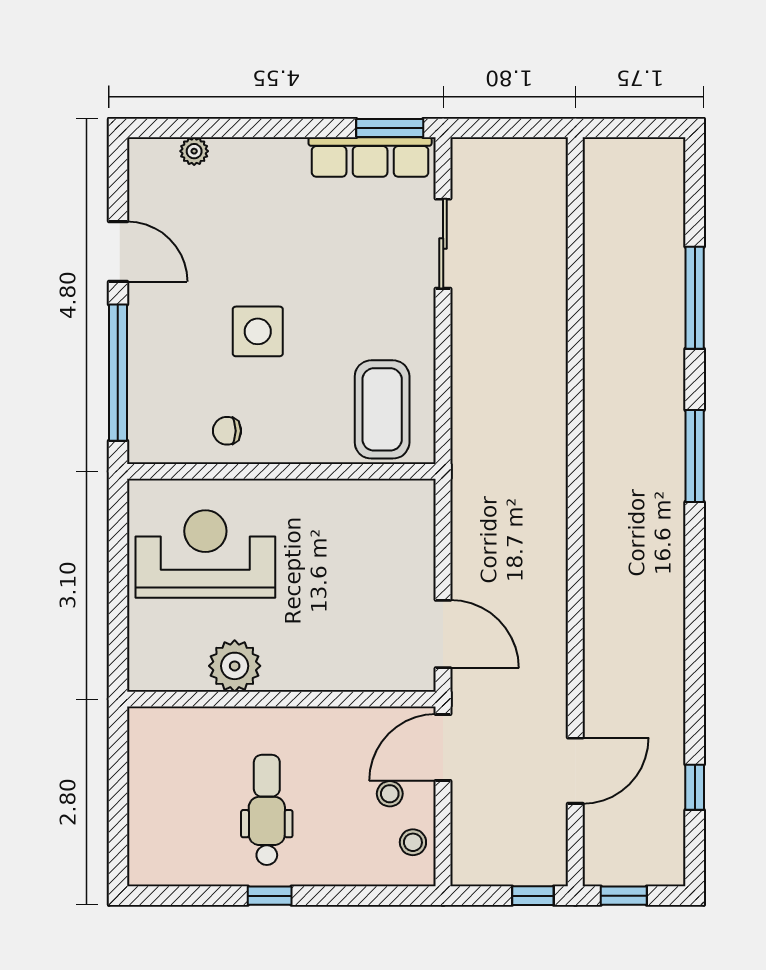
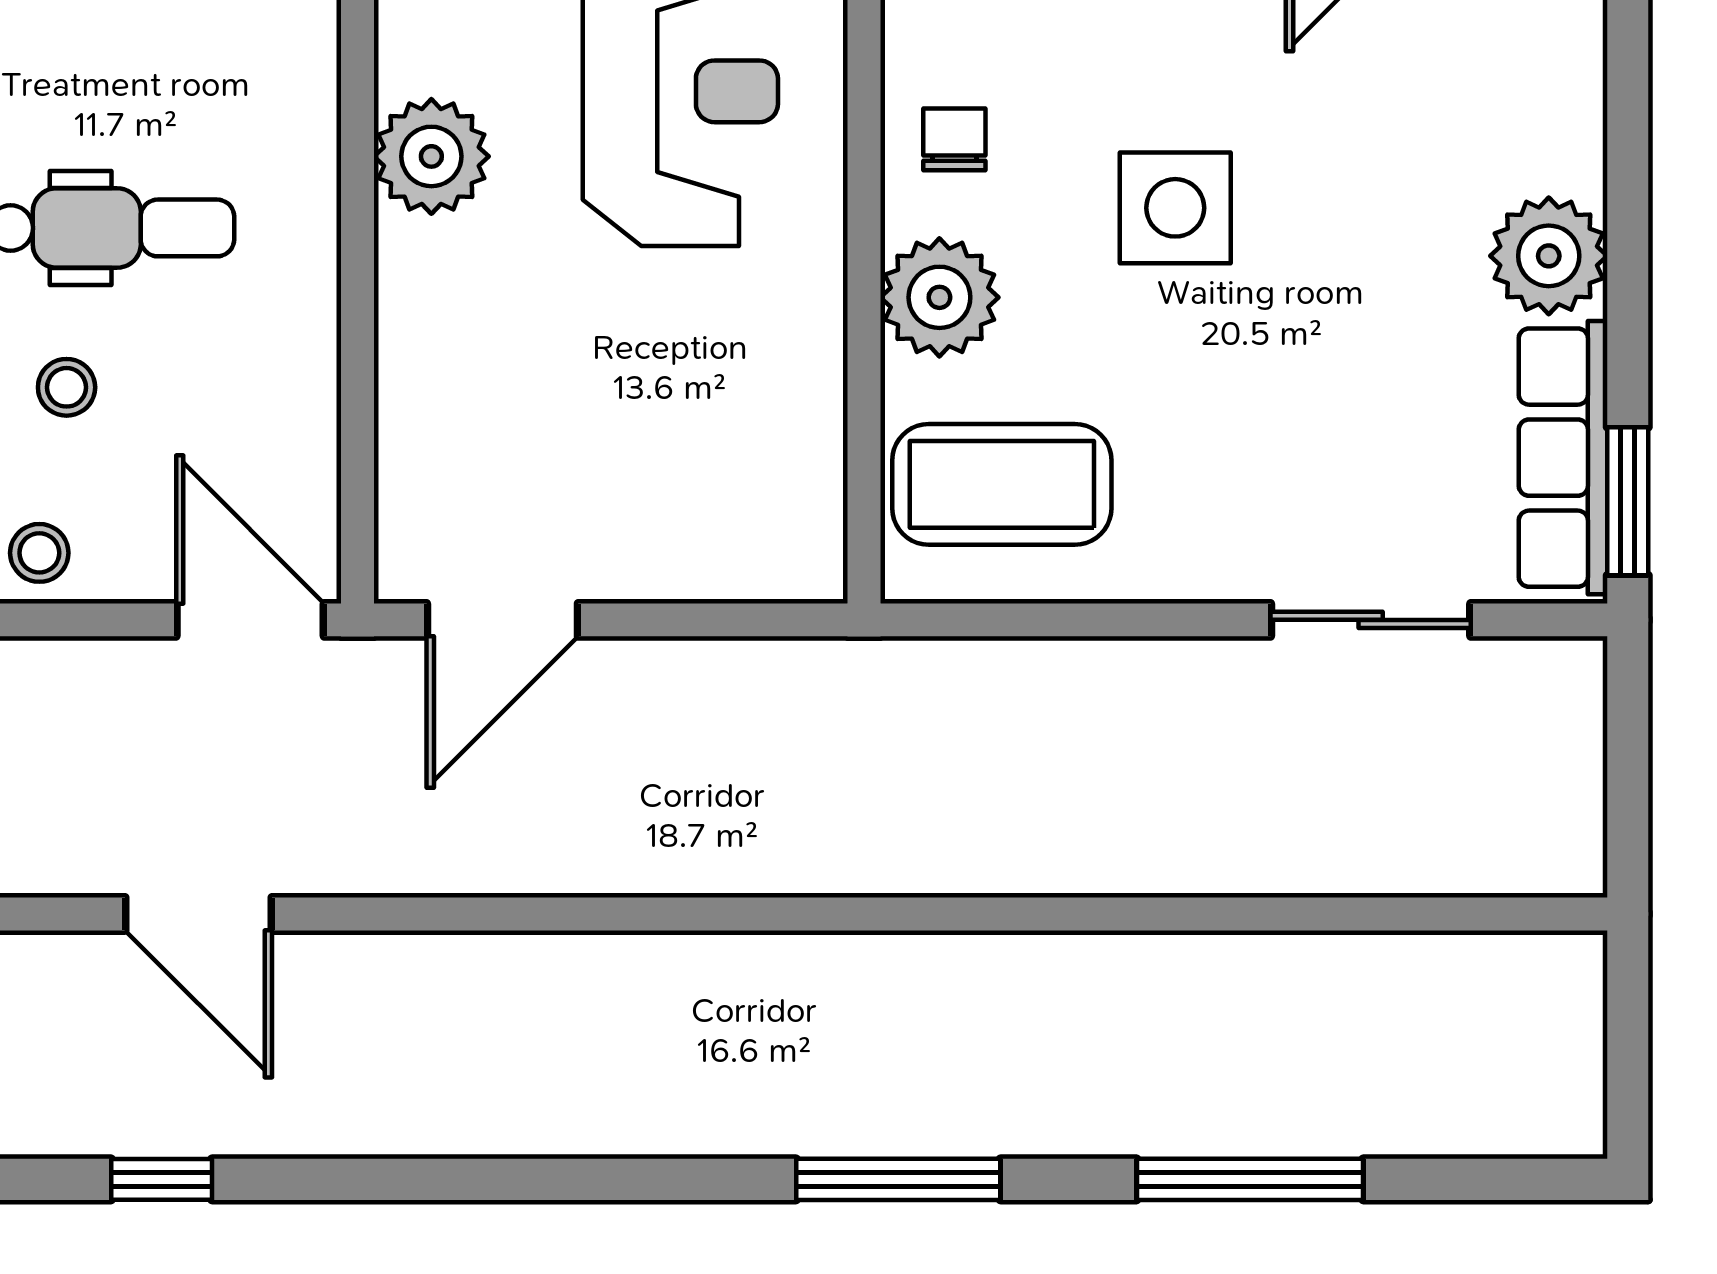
plant: (194, 151) -> (1549, 256), moved, width x1.87, depth x1.87
plant: (298, 437) -> (939, 297), added
stool: (390, 794) -> (67, 387), moved

